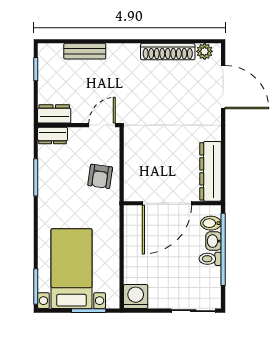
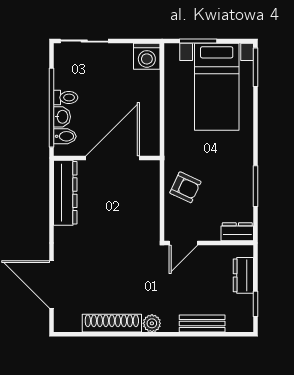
plant: (205, 51) -> (152, 323), moved
dresser: (54, 114) -> (243, 275), moved, turned 90
armchair: (100, 176) -> (185, 187), turned 107

